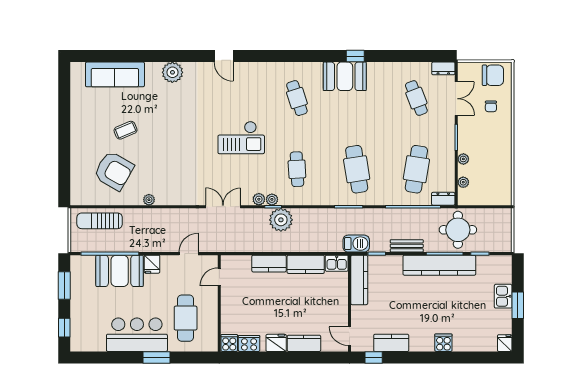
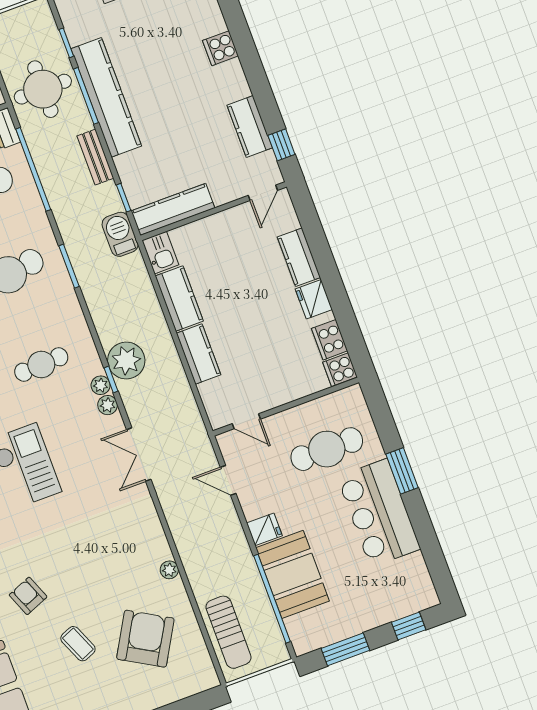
armchair: (164, 111) -> (28, 596), added

